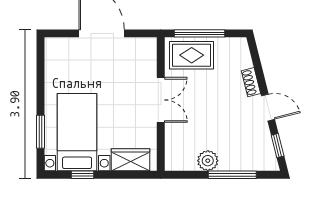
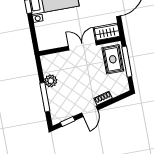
double door: (161, 100) -> (82, 46), swing flipped
wardrobe: (131, 160) -> (107, 32), moved, turned -90

